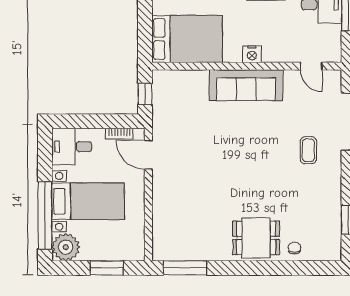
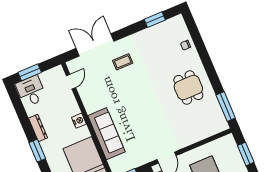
sofa: (246, 85) -> (106, 134), moved
dining table: (256, 238) -> (188, 88), moved

